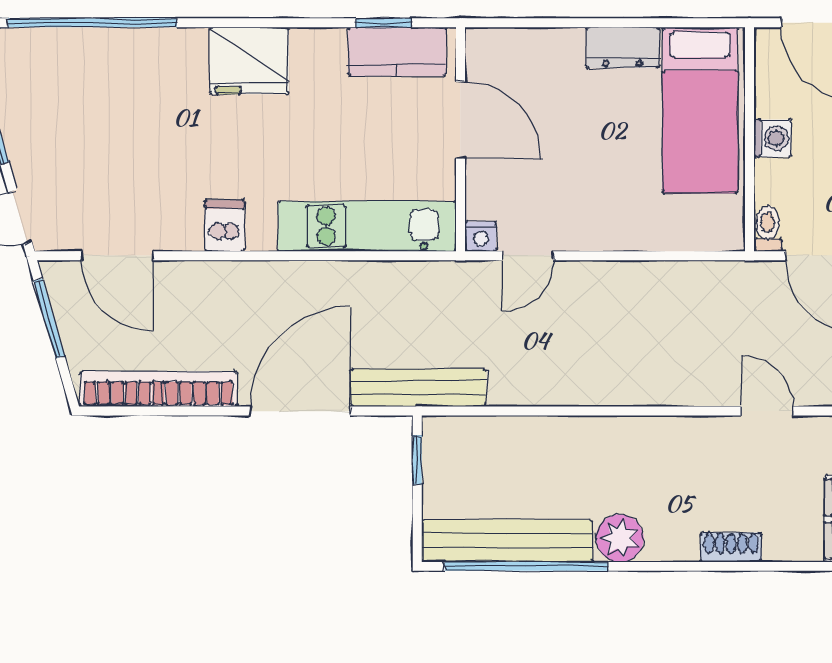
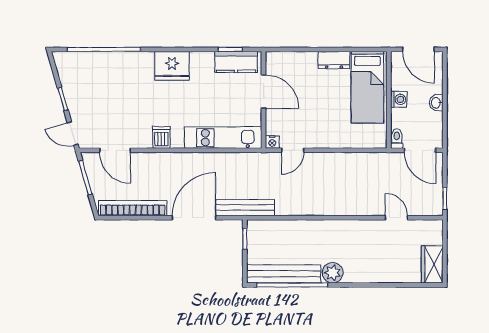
shoe rack: (731, 547) -> (381, 277), removed

